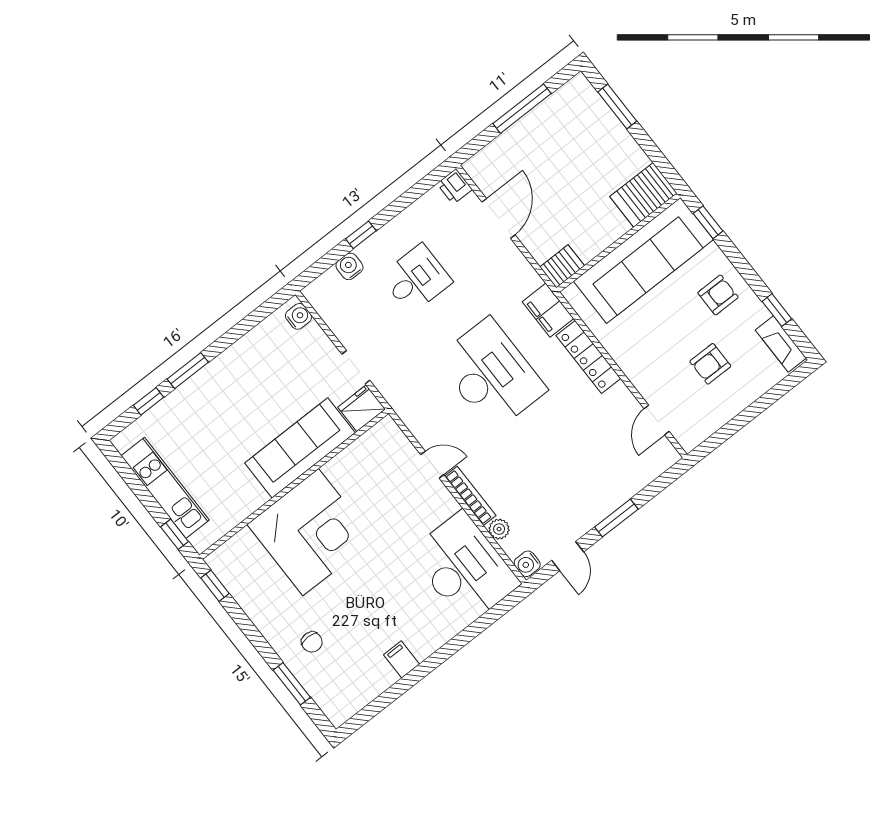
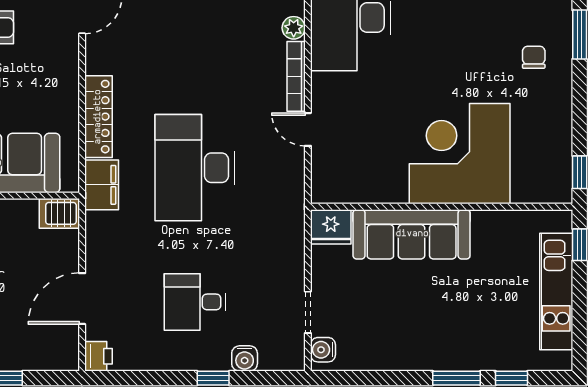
doorway: (356, 367) -> (308, 312), moved

